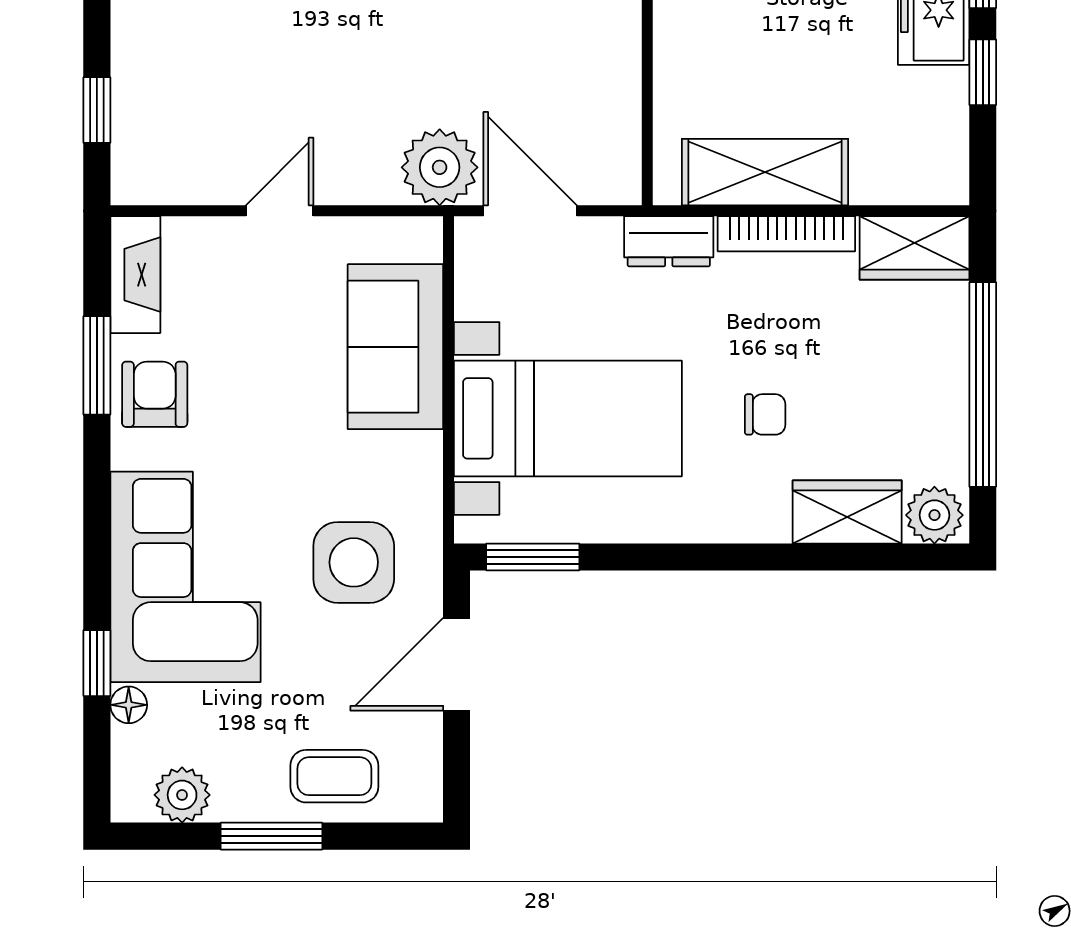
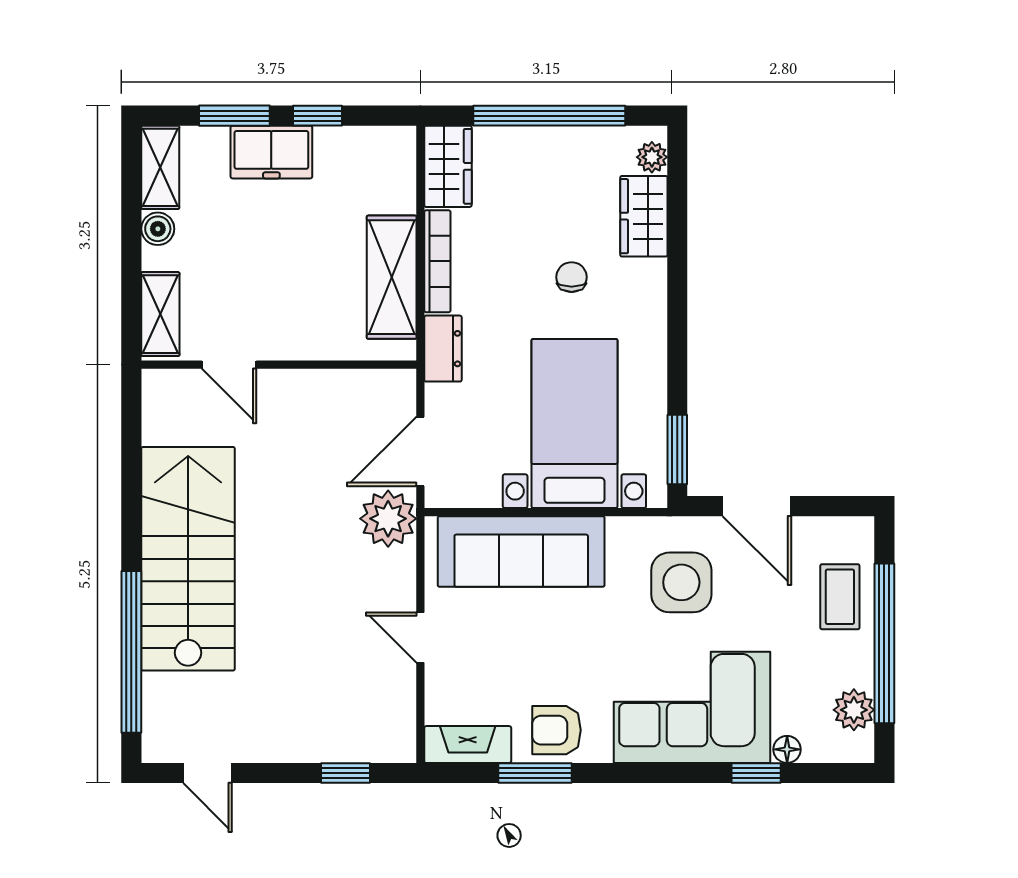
sofa: (395, 347) -> (521, 551), width x1.36
plant: (934, 515) -> (652, 157), width x0.73, depth x0.73
window: (271, 836) -> (884, 643), width x2.11

